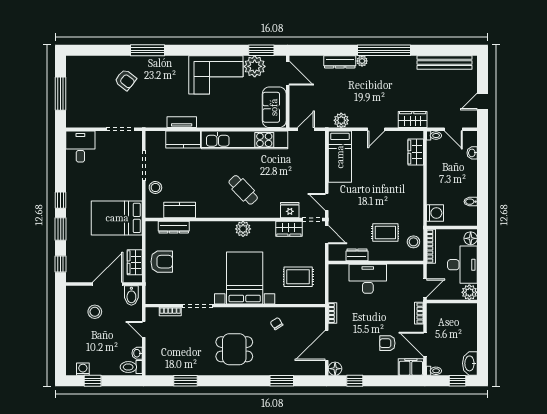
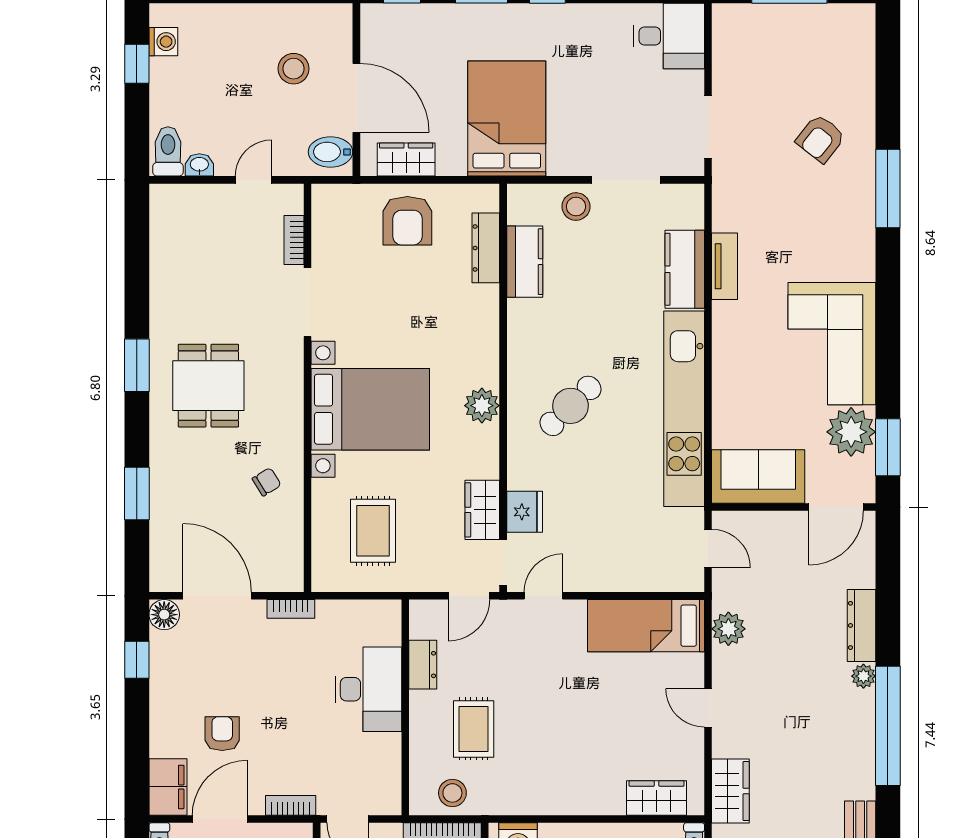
window: (185, 381) -> (137, 365), moved

